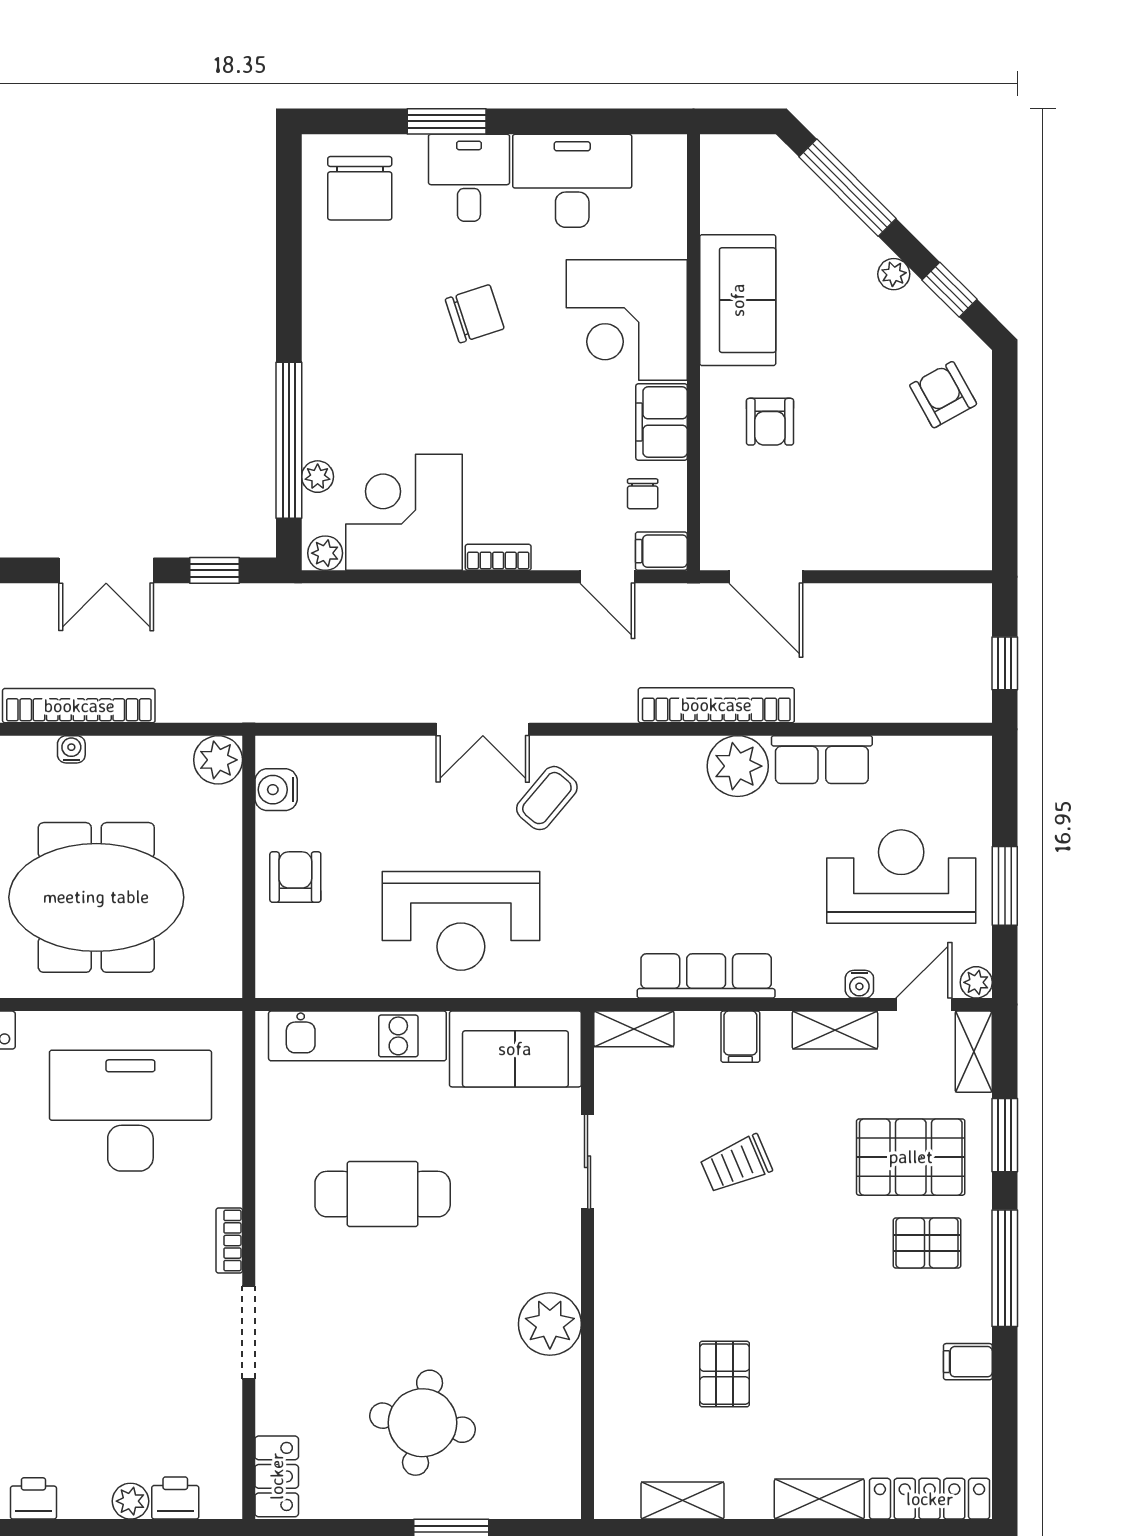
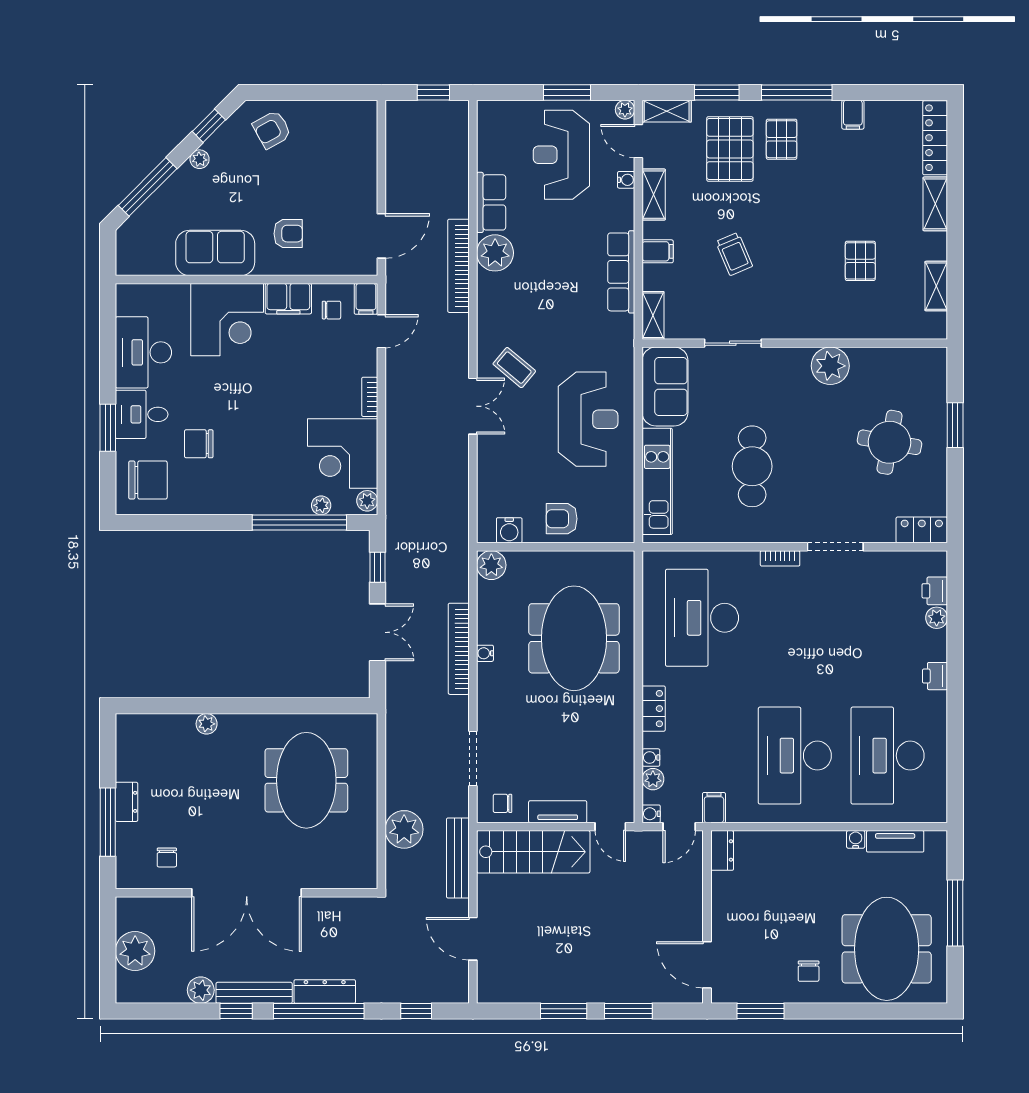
chair: (475, 314) -> (199, 444), moved, turned -72
pallet: (725, 1374) -> (860, 261), turned 90

